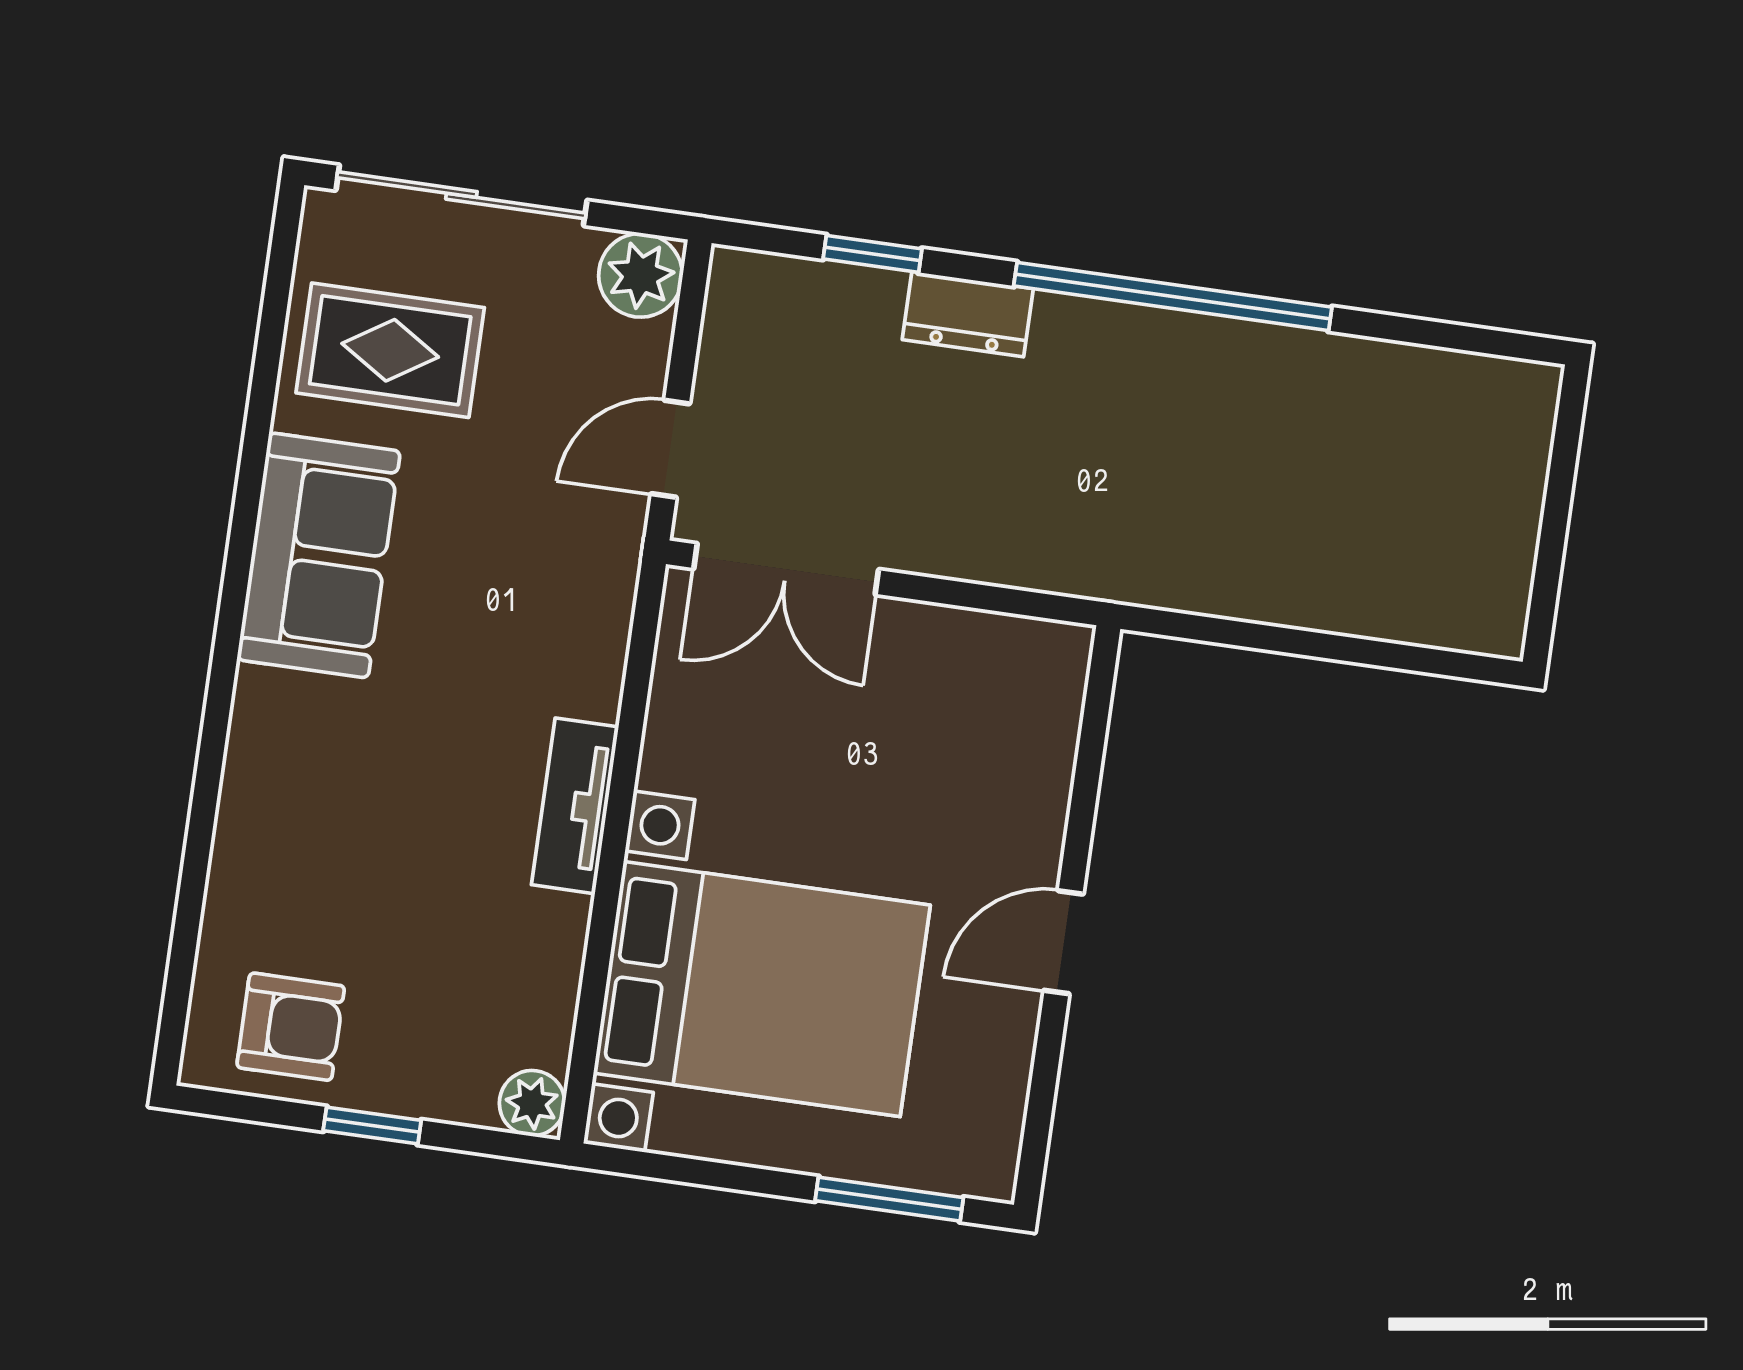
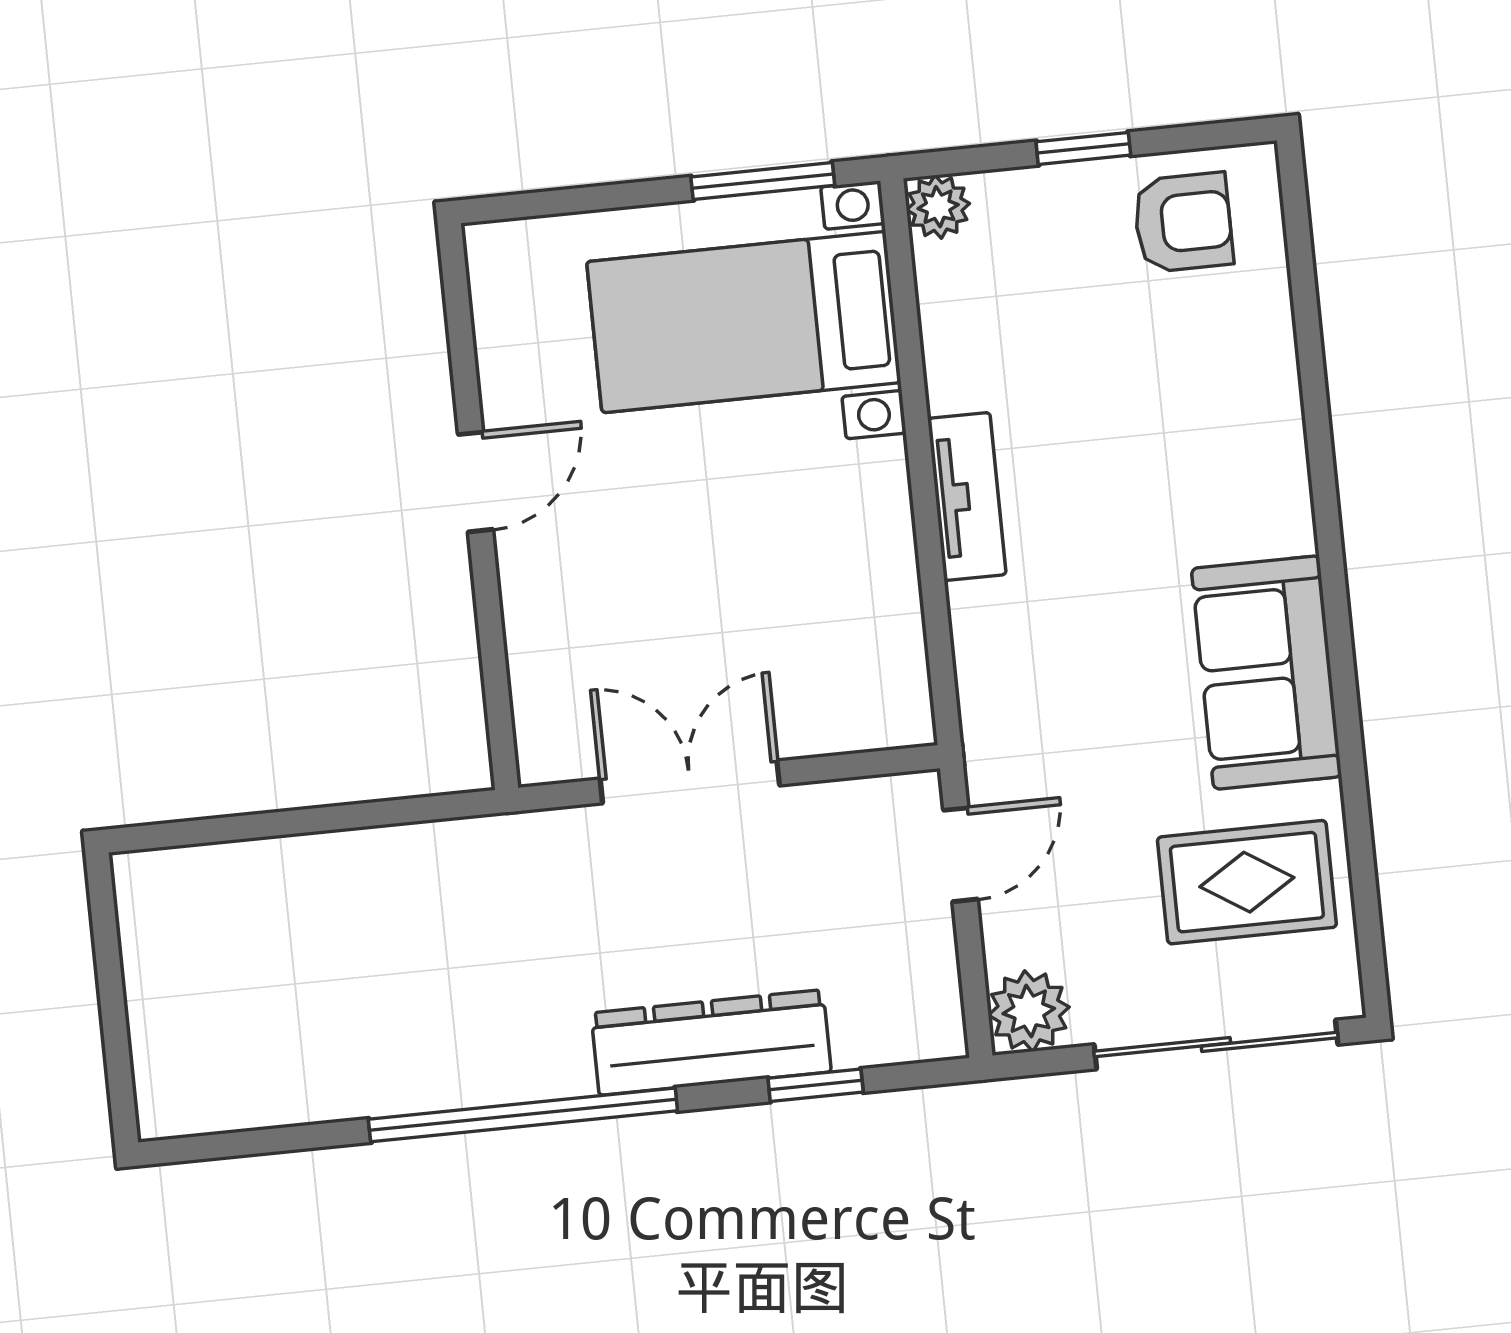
dresser: (968, 314) -> (711, 1042), width x1.96, depth x1.24
double door: (786, 569) -> (690, 782), moved
bed with nightstands: (762, 989) -> (744, 322), width x0.73
armchair: (291, 1027) -> (1183, 222), turned 180
window: (889, 1199) -> (763, 181), moved

